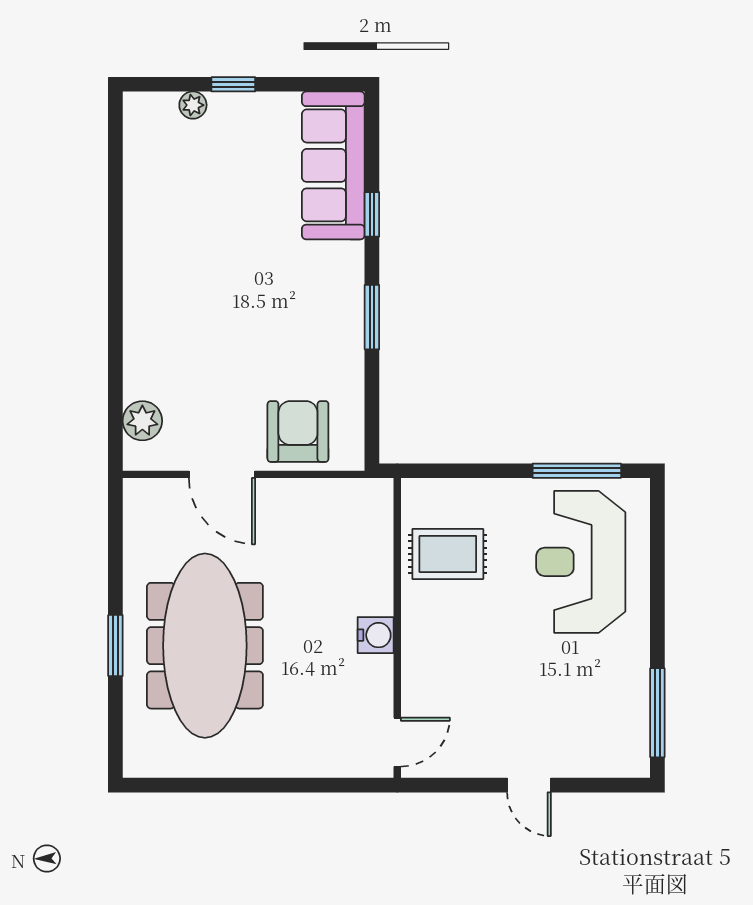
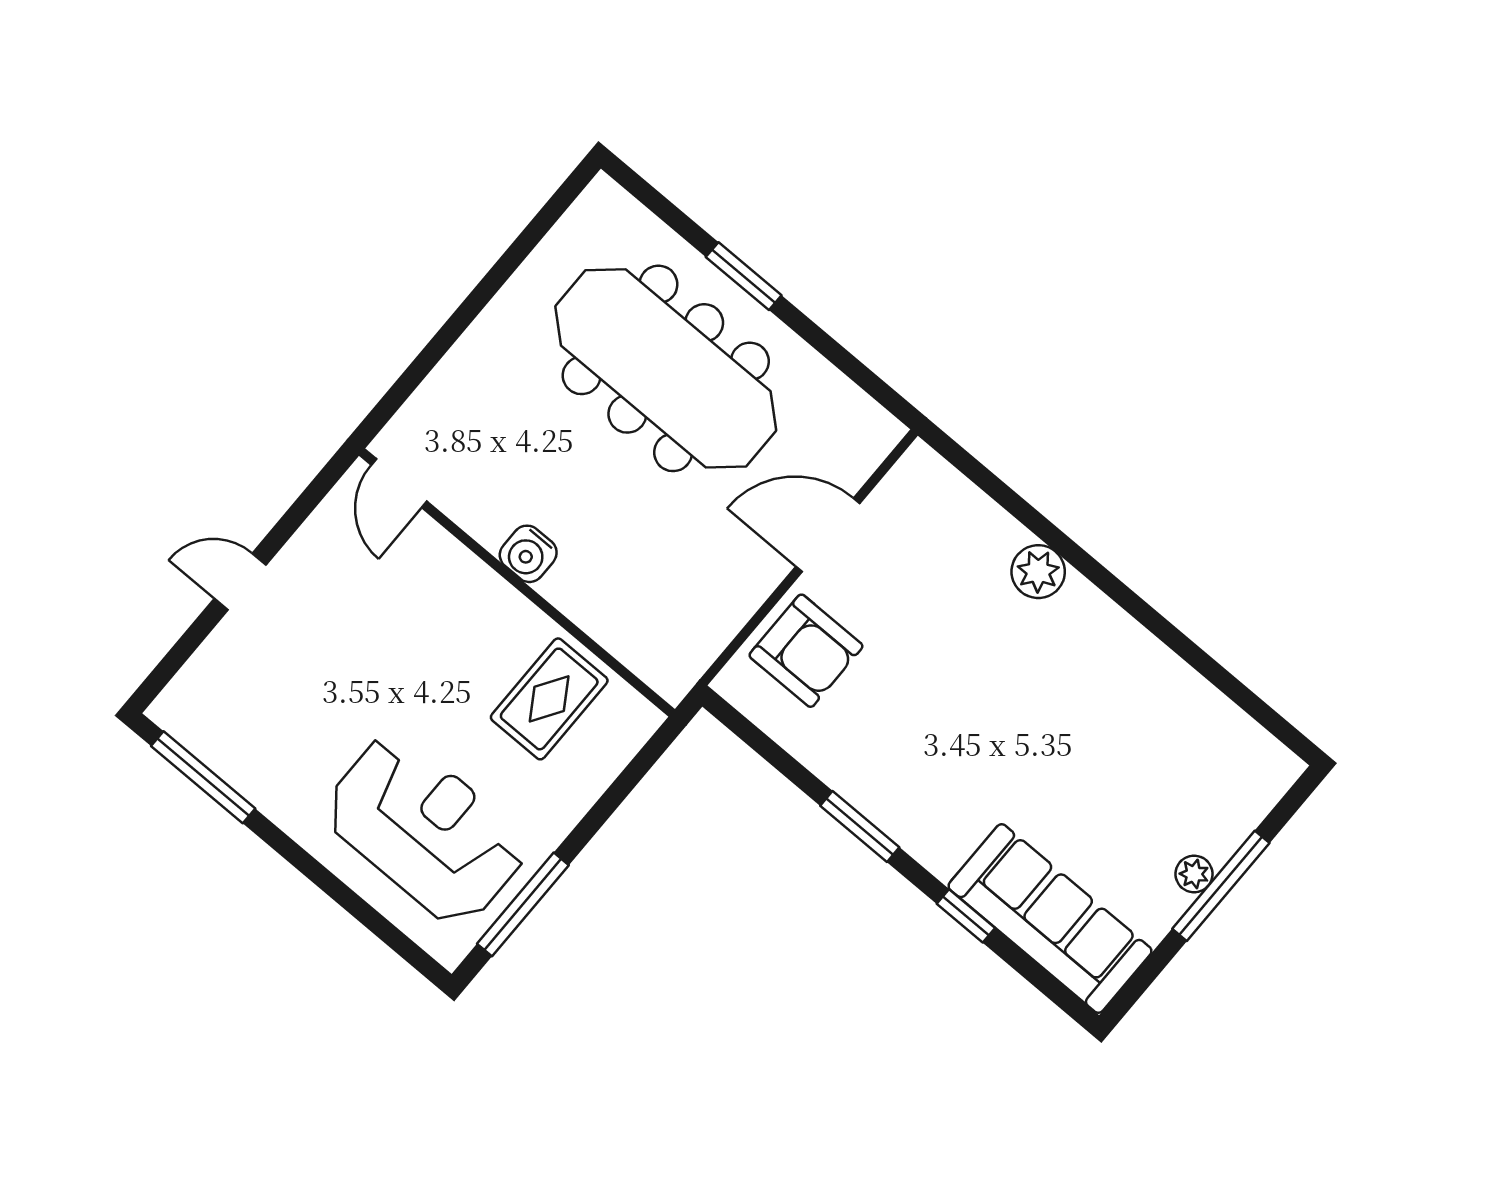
window: (233, 84) -> (1221, 886), width x2.17
plant: (193, 105) -> (1194, 874), moved
plant: (142, 421) -> (1038, 572), moved

